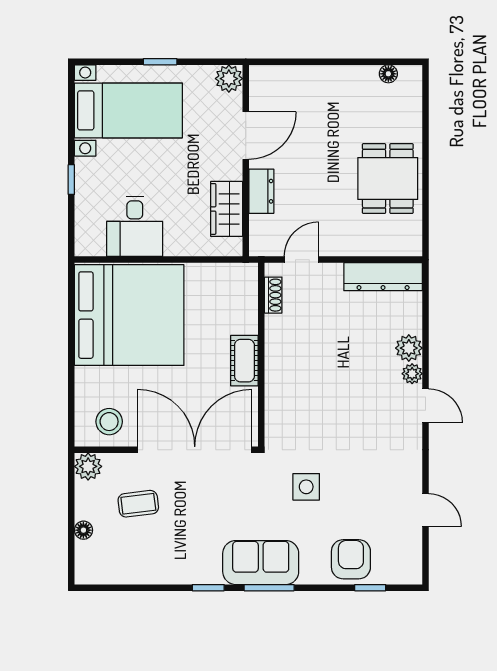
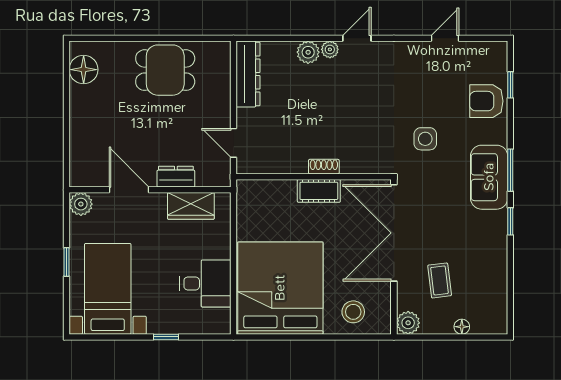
floor lamp: (388, 74) -> (84, 70), width x1.89, depth x1.89
shoe rack: (273, 295) -> (324, 167), moved
stool: (109, 422) -> (353, 312), moved

